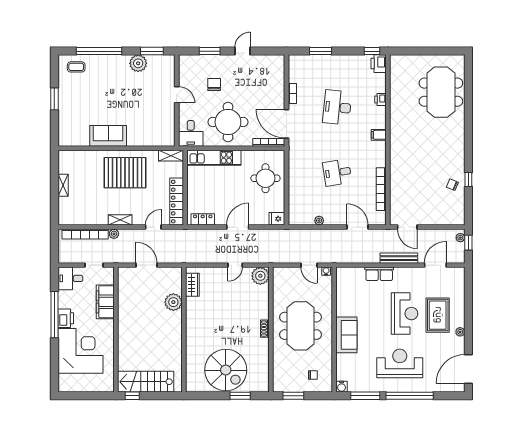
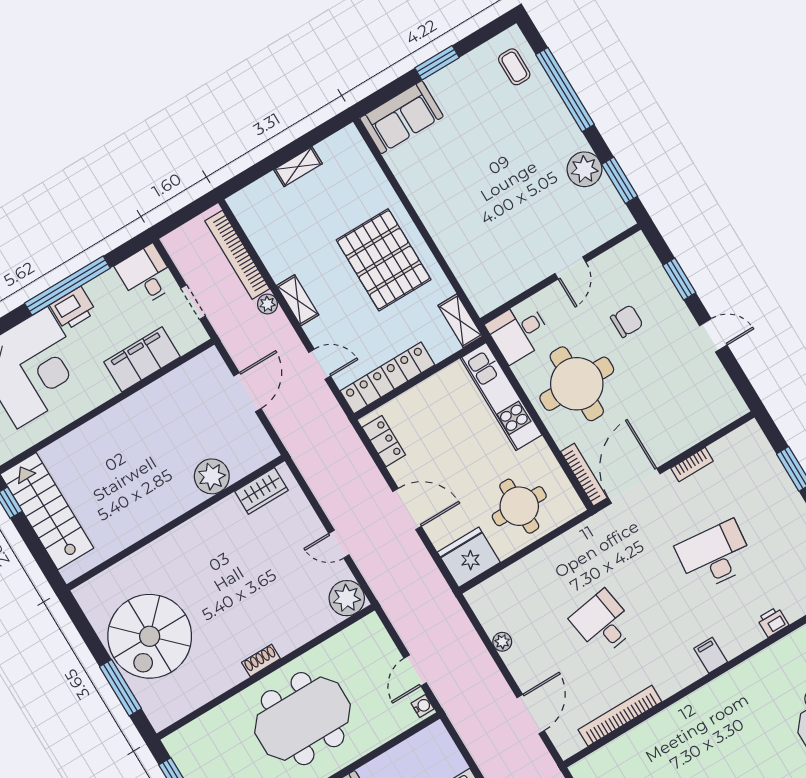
sofa: (108, 136) -> (402, 117), moved, turned 90
fridge: (277, 219) -> (469, 557), width x1.88, depth x1.34
window: (240, 396) -> (120, 688), width x1.44

